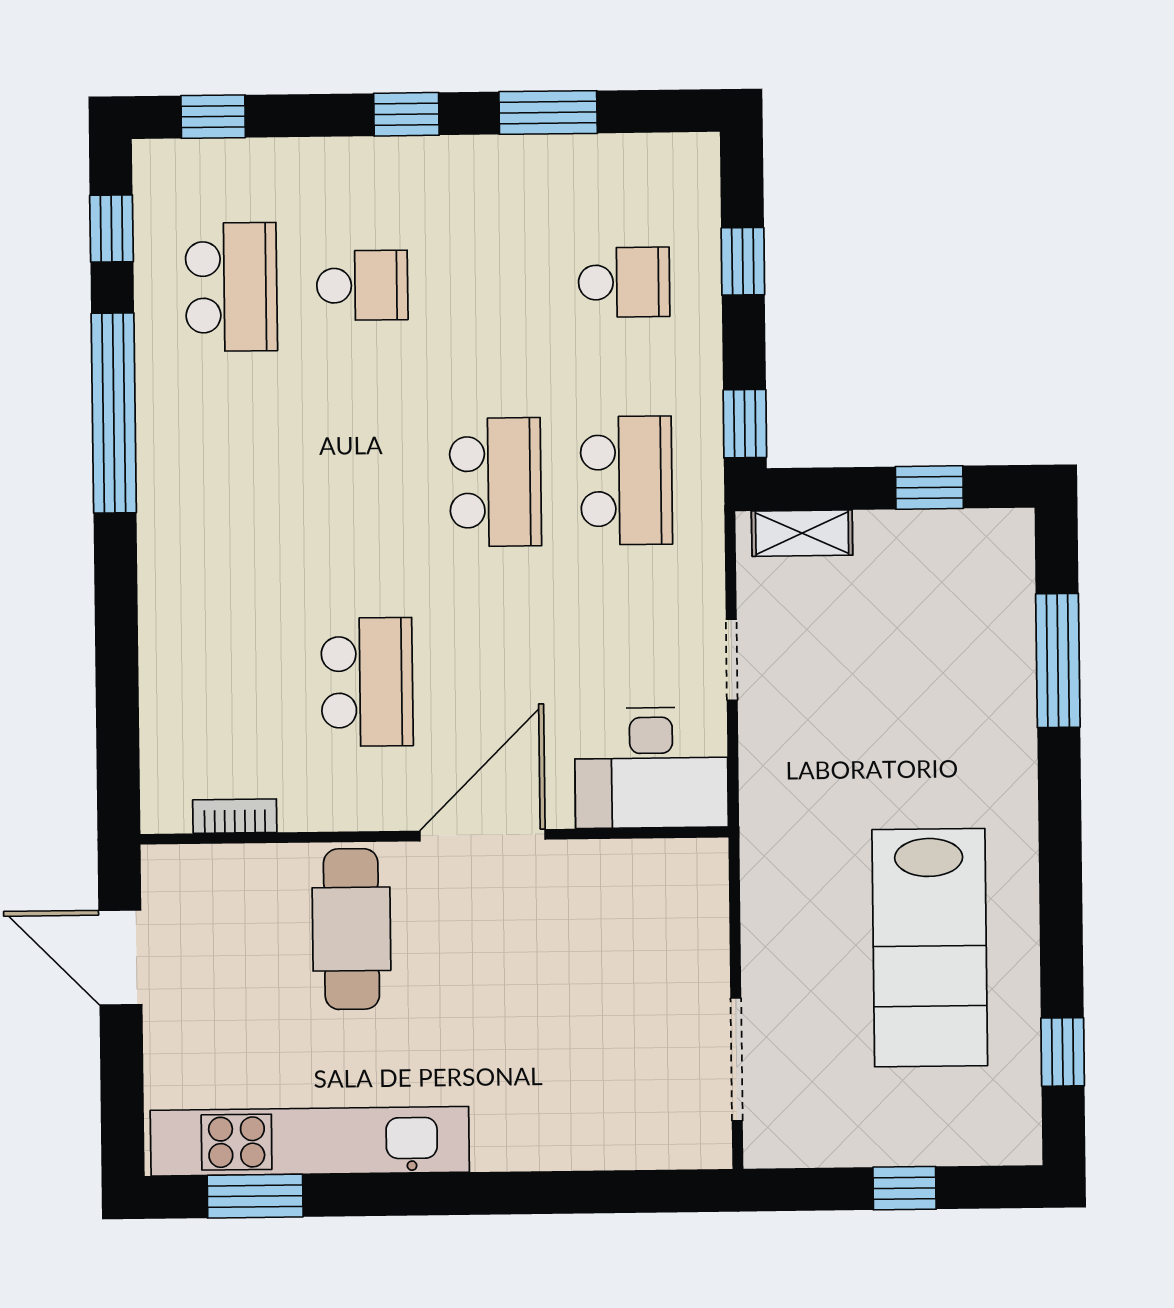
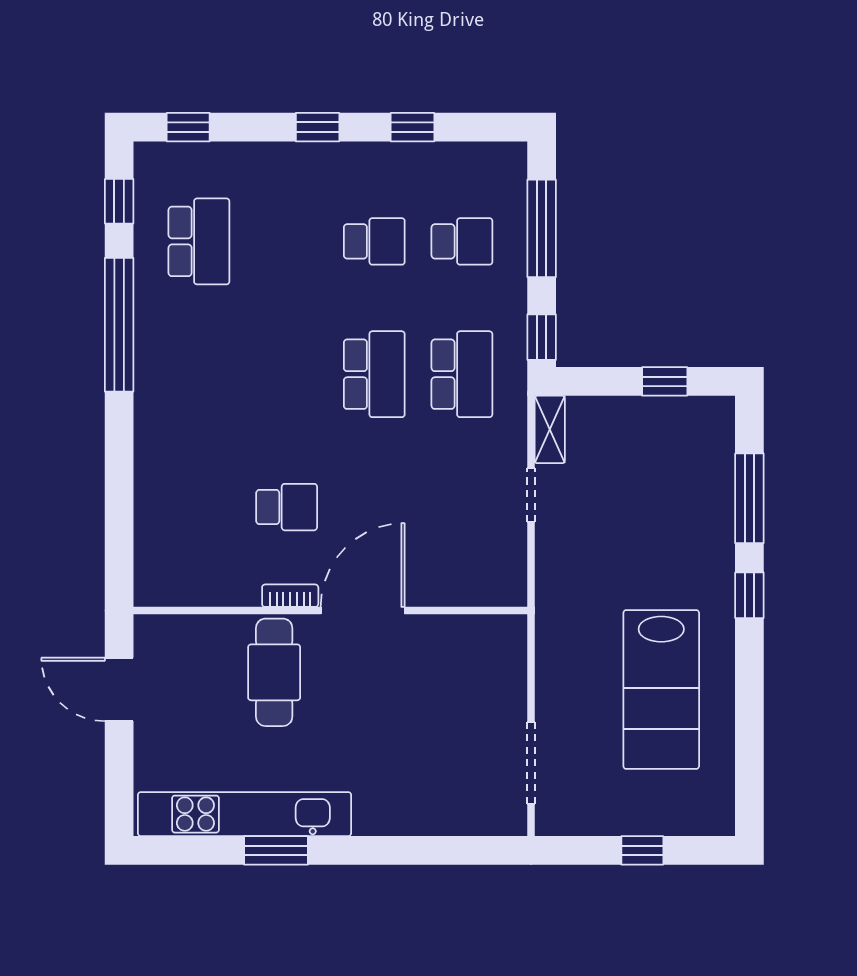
window: (548, 113) -> (412, 127), width x0.67
window: (743, 261) -> (542, 228), width x2.17
school desk: (362, 285) -> (374, 241), moved
shelving: (802, 533) -> (550, 429), moved, turned 90
school desk: (367, 682) -> (287, 507), width x0.54
desk: (651, 768) -> (476, 567), removed
bookcase: (235, 816) -> (290, 596), moved
window: (1063, 1052) -> (749, 595), moved
window: (255, 1196) -> (276, 850), moved

